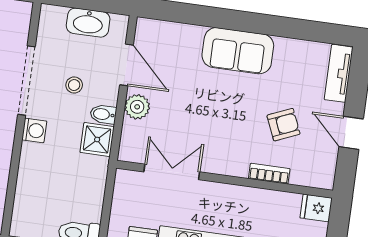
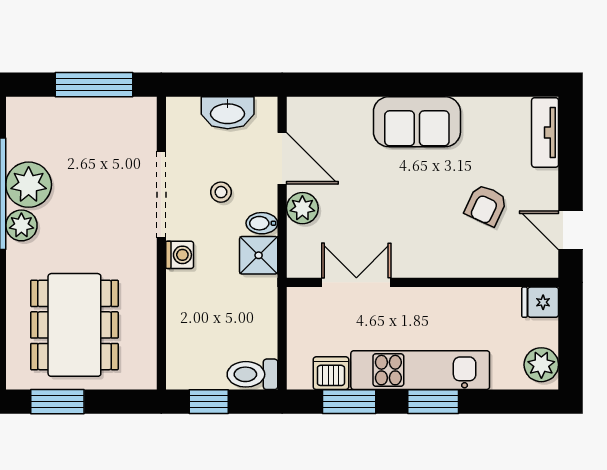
armchair: (283, 125) -> (486, 205), turned 138
door: (351, 133) -> (570, 230), moved
bookcase: (269, 174) -> (477, 268), removed

